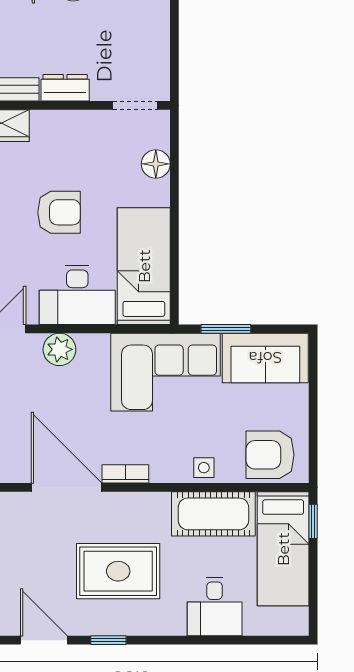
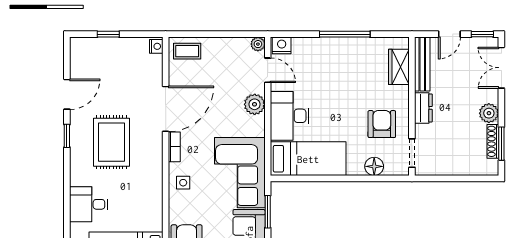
armchair: (59, 212) -> (382, 124), moved, turned 180
side table: (204, 468) -> (183, 183), moved
cot: (213, 514) -> (148, 204), removed

